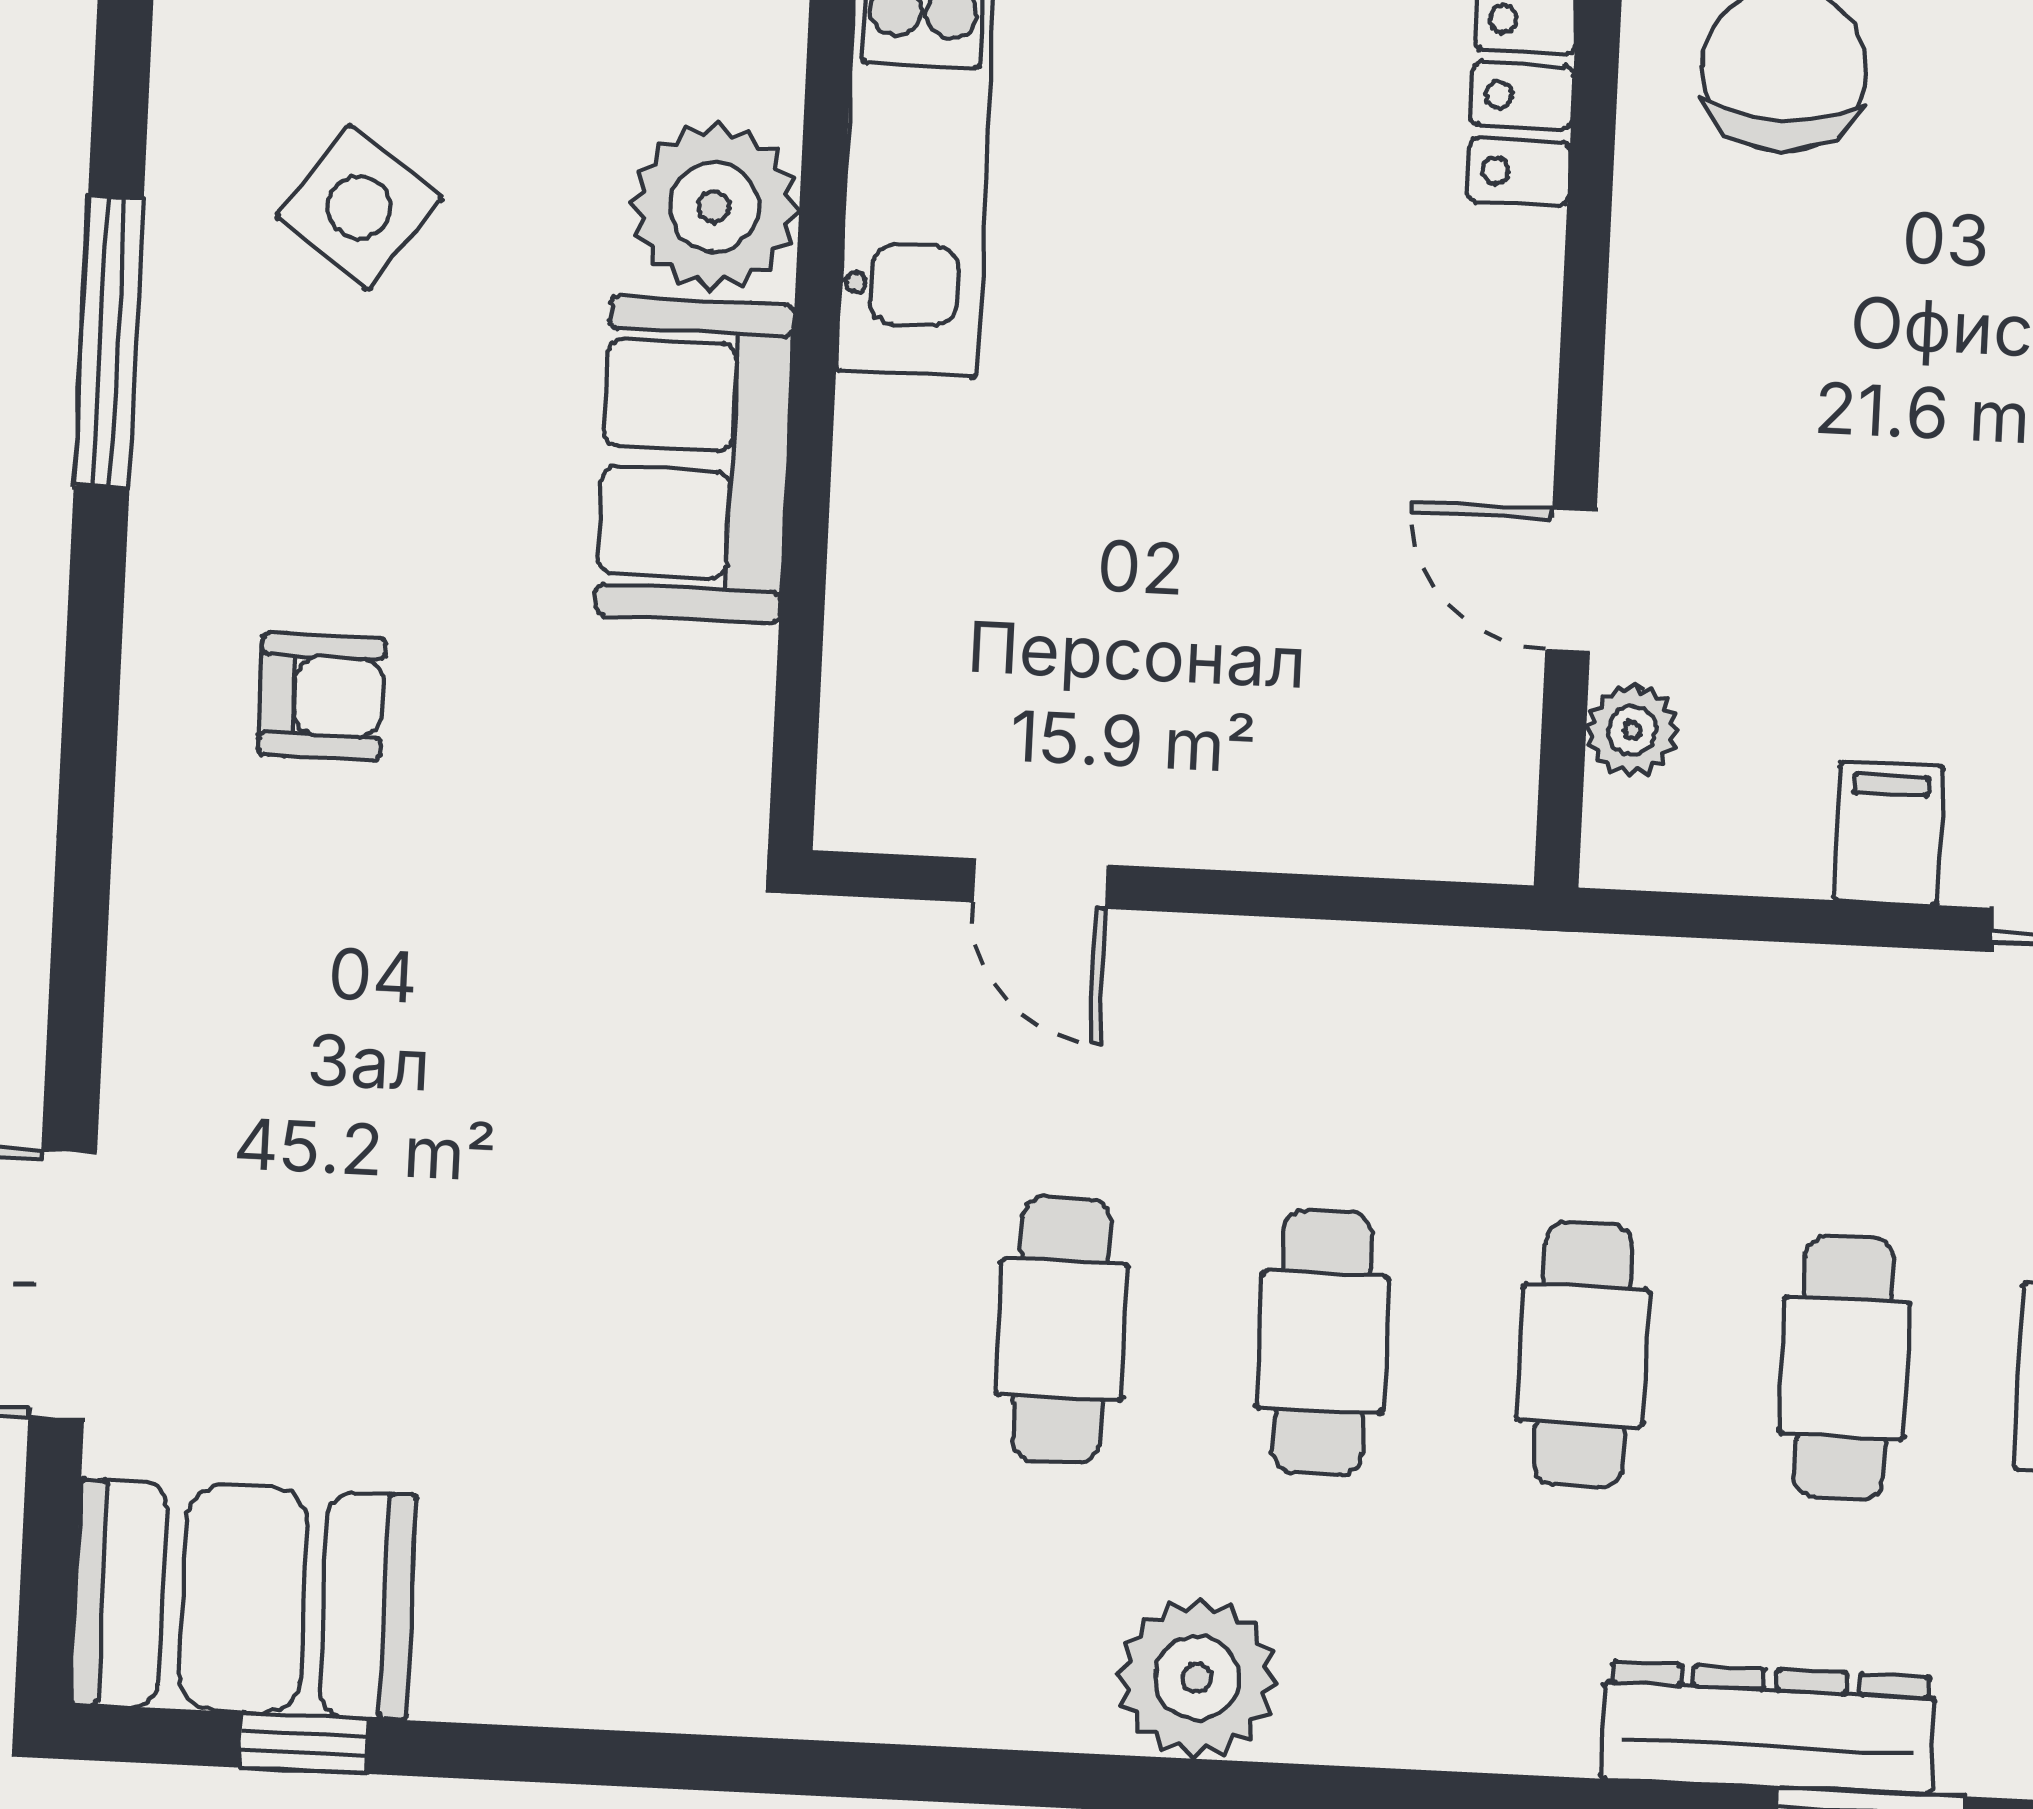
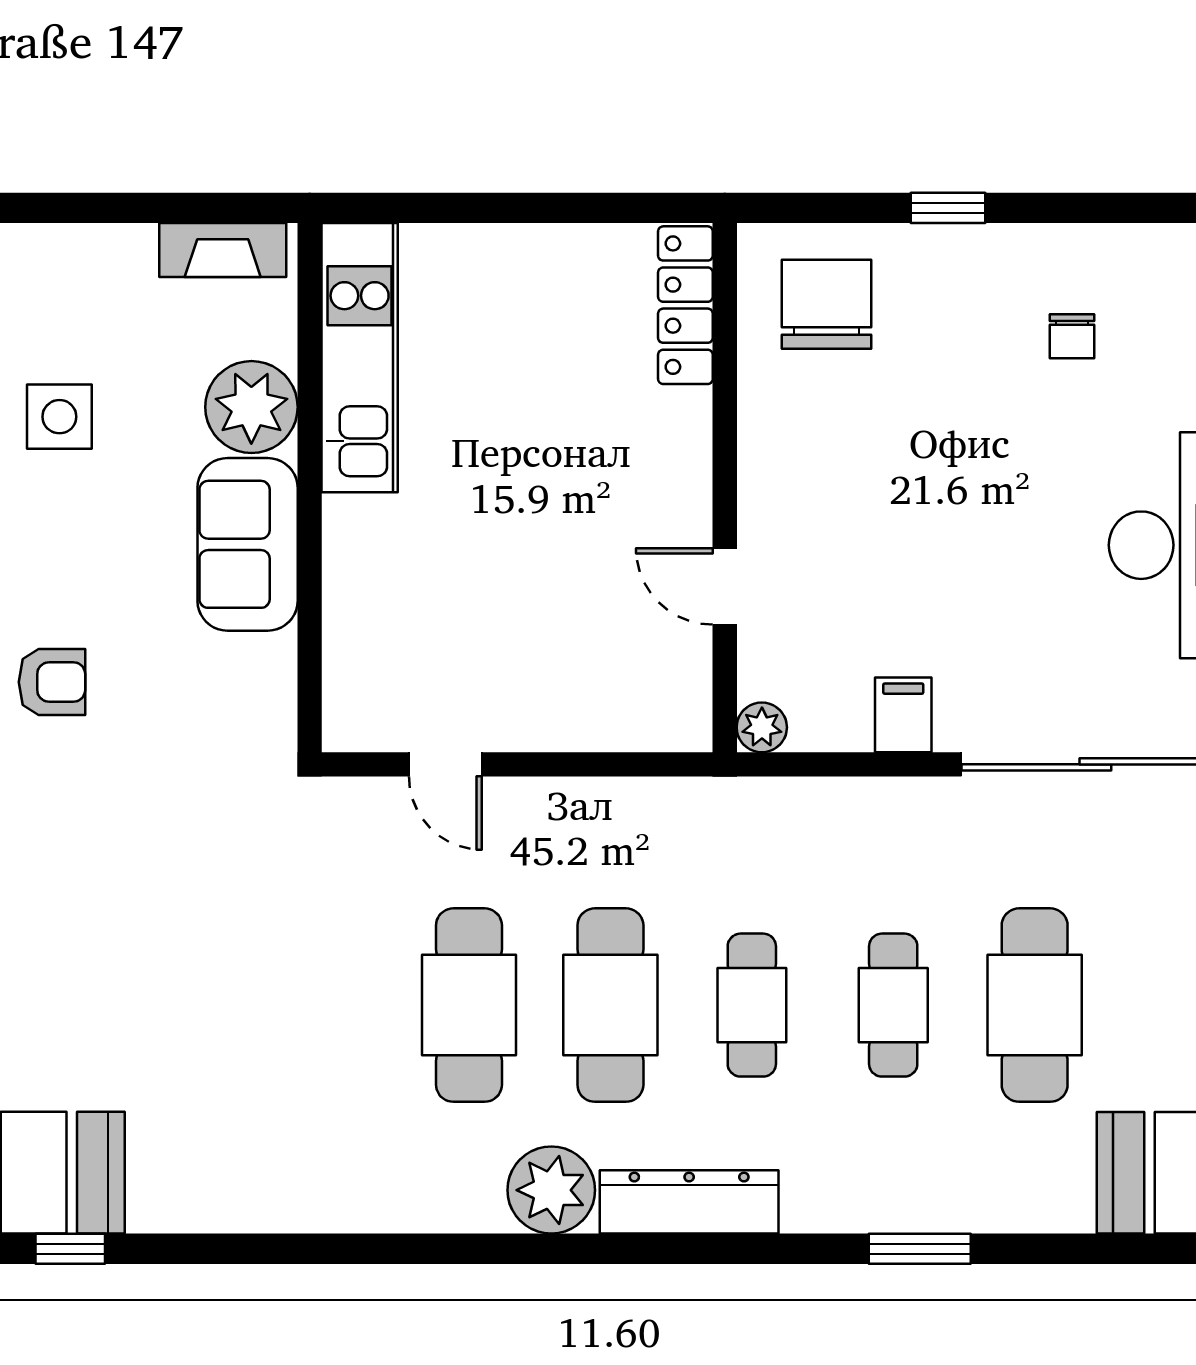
side table: (359, 207) -> (59, 417), turned -36
plant: (1632, 730) -> (762, 727), moved
cafe table: (1062, 1330) -> (469, 1005), width x1.37, depth x1.35
cafe table: (1322, 1342) -> (610, 1005), width x1.37, depth x1.35
dresser: (1768, 1728) -> (689, 1202), moved

